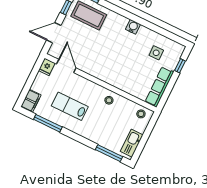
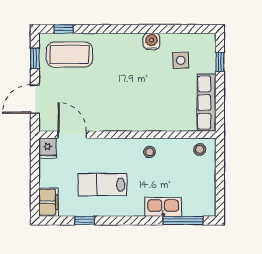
water cooler: (133, 27) -> (152, 41), moved
window: (48, 123) -> (85, 221), width x0.46
kitchen sink: (132, 143) -> (163, 207), moved, turned 90

